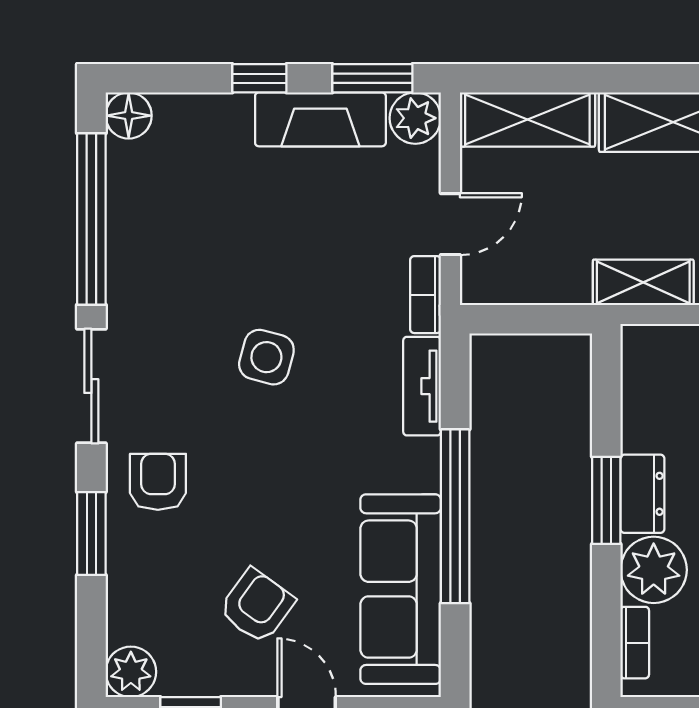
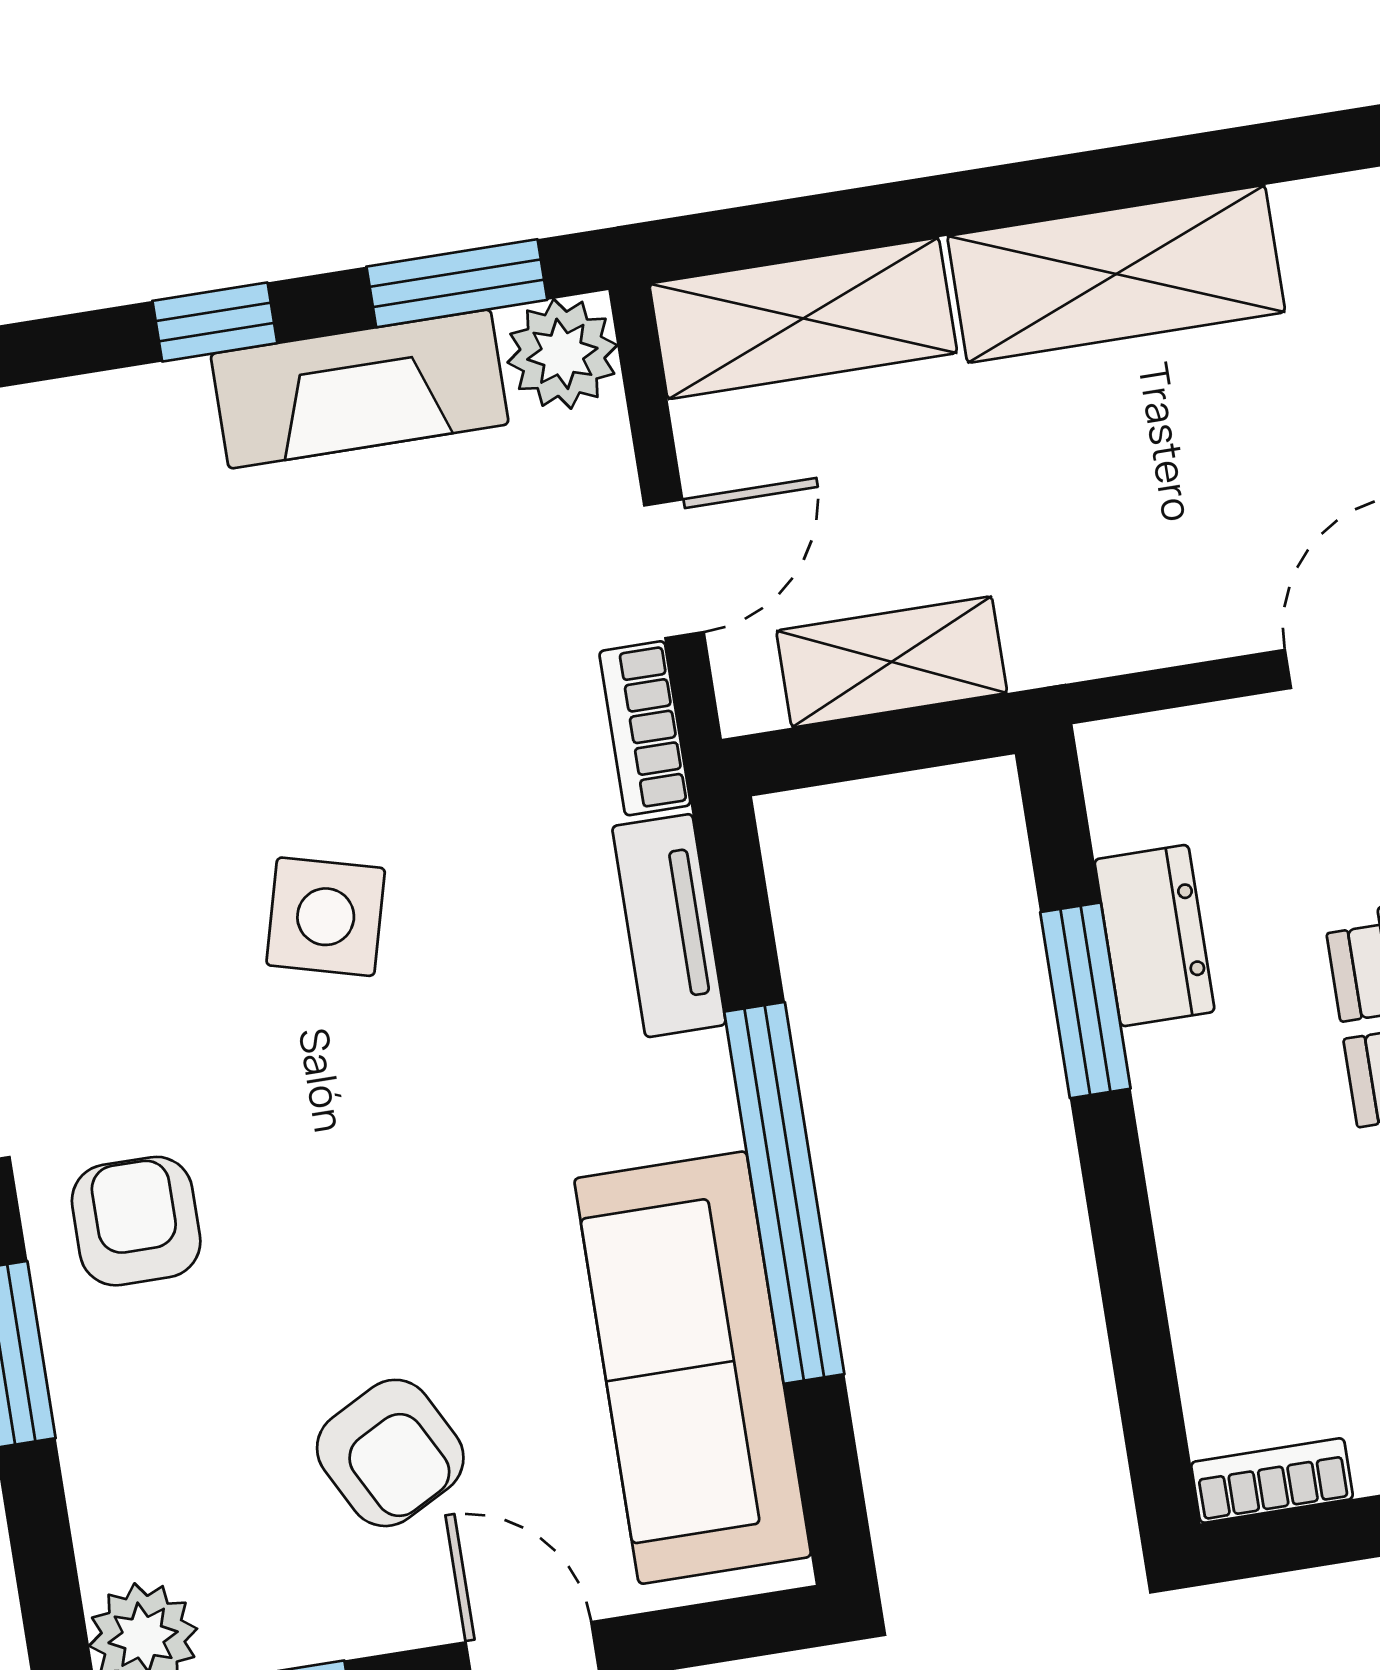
shelving: (643, 282) -> (892, 662), moved
dresser: (642, 494) -> (1154, 936), moved
window: (606, 500) -> (1085, 1000), moved
plant: (654, 570) -> (1228, 1240), removed
armchair: (257, 606) -> (390, 1453), turned 116
bookcase: (635, 643) -> (1272, 1480), moved, turned -90

